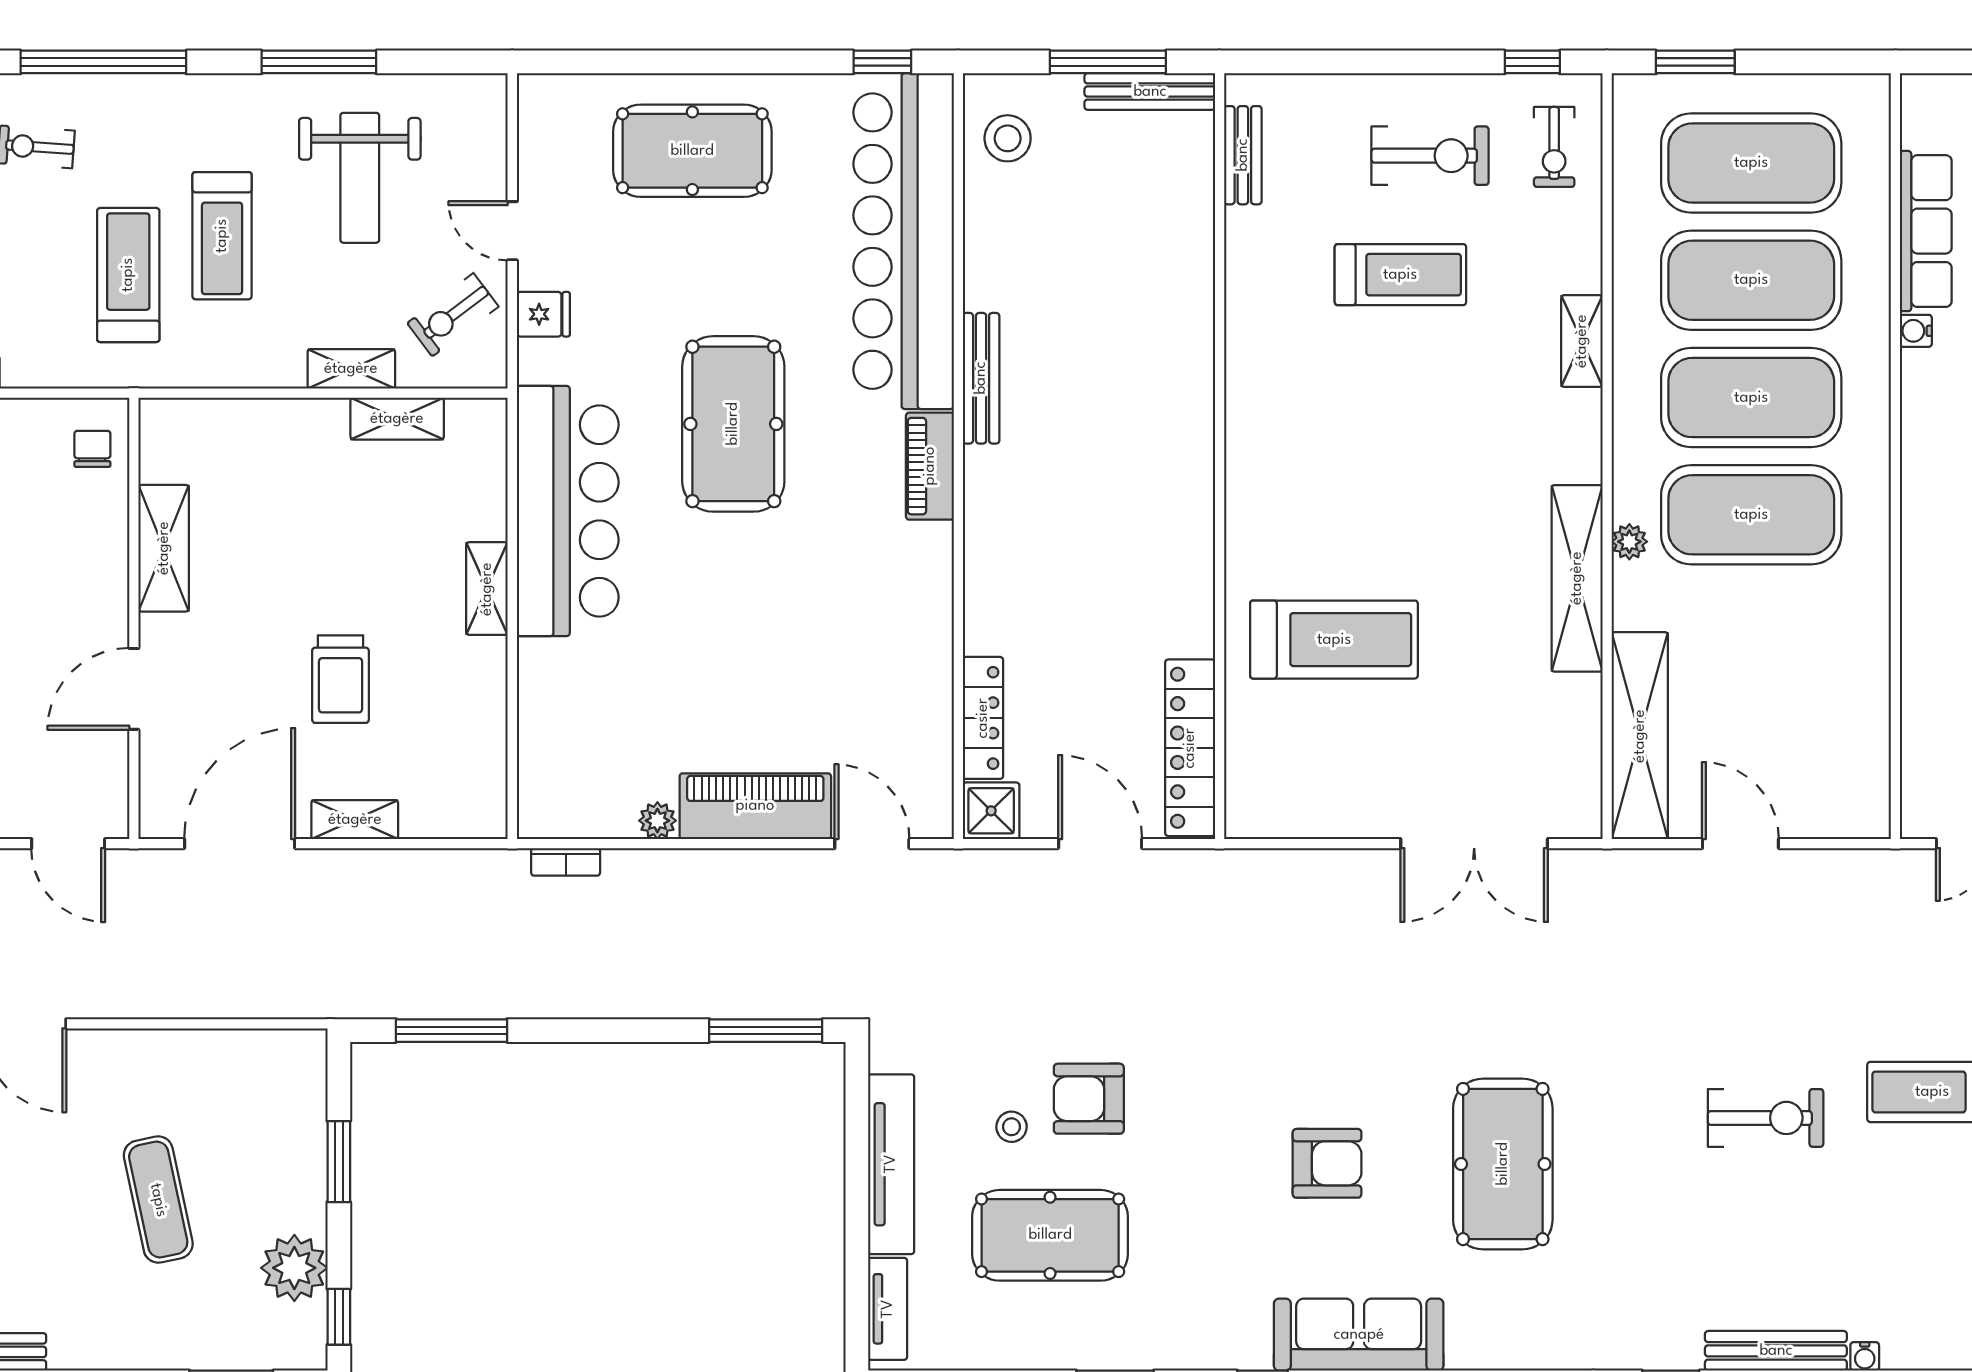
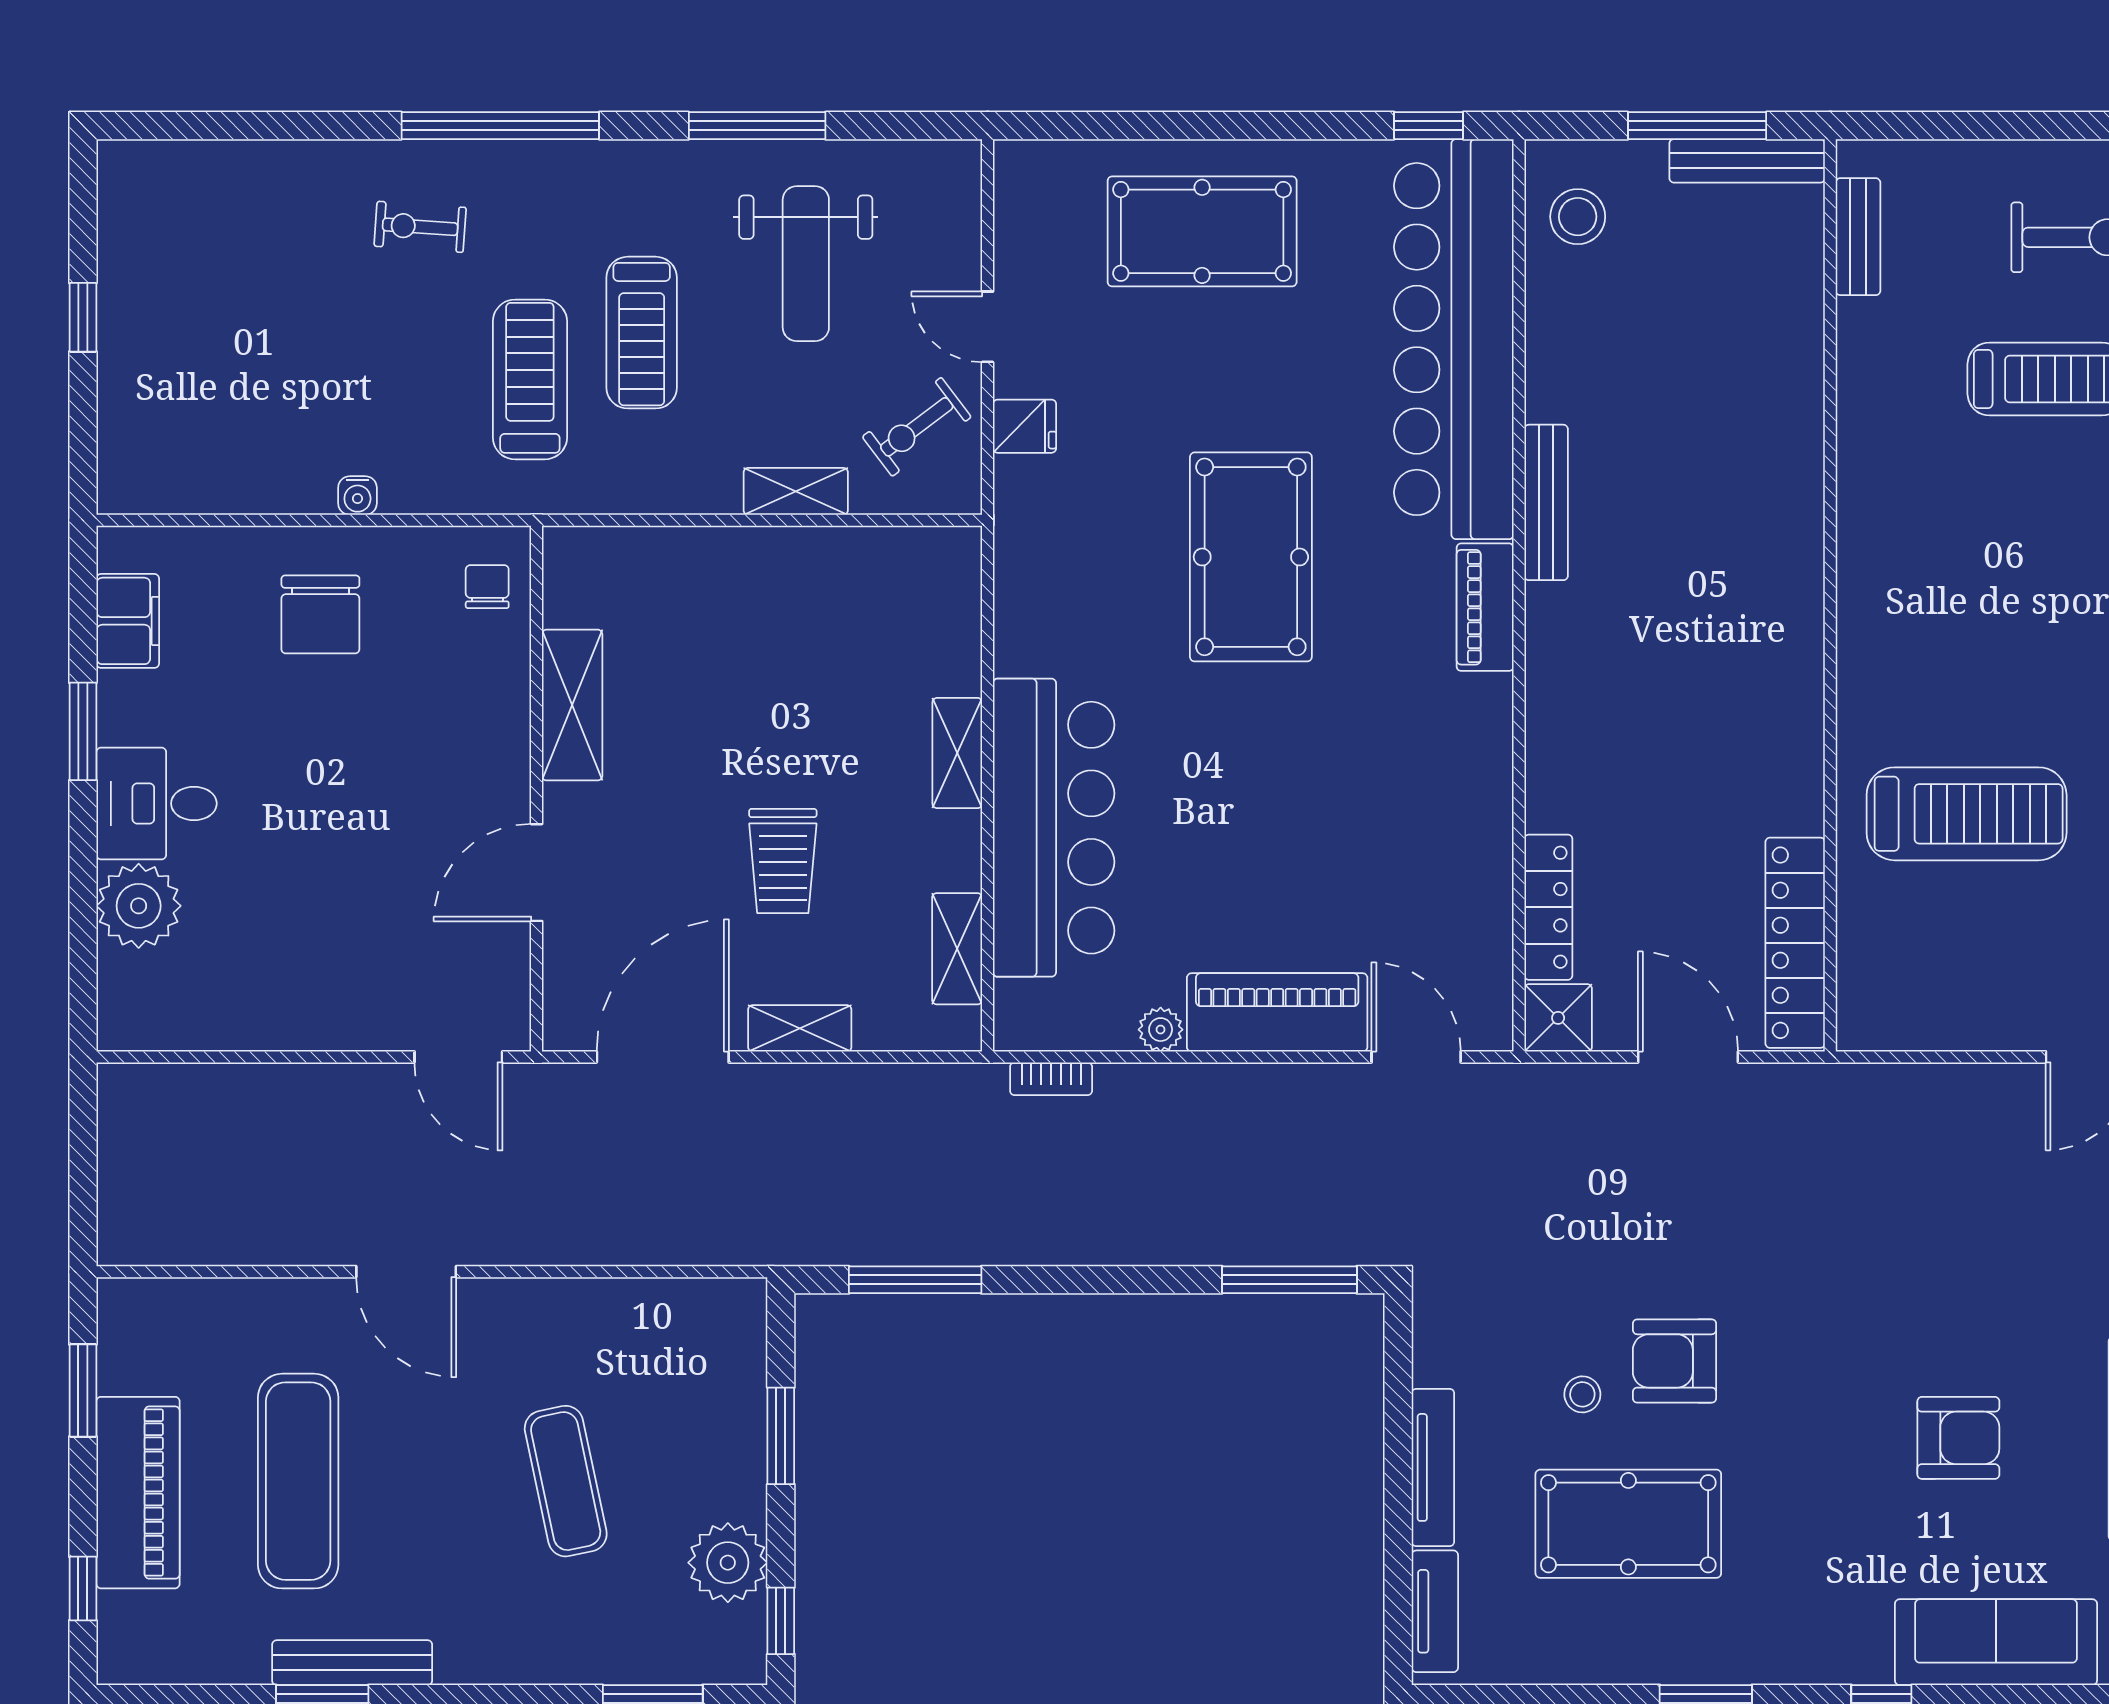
shelving: (397, 419) -> (957, 949), moved, turned 90
bar counter: (568, 511) -> (1054, 828), moved
tv unit: (891, 1164) -> (1433, 1467), width x0.73, depth x0.78

